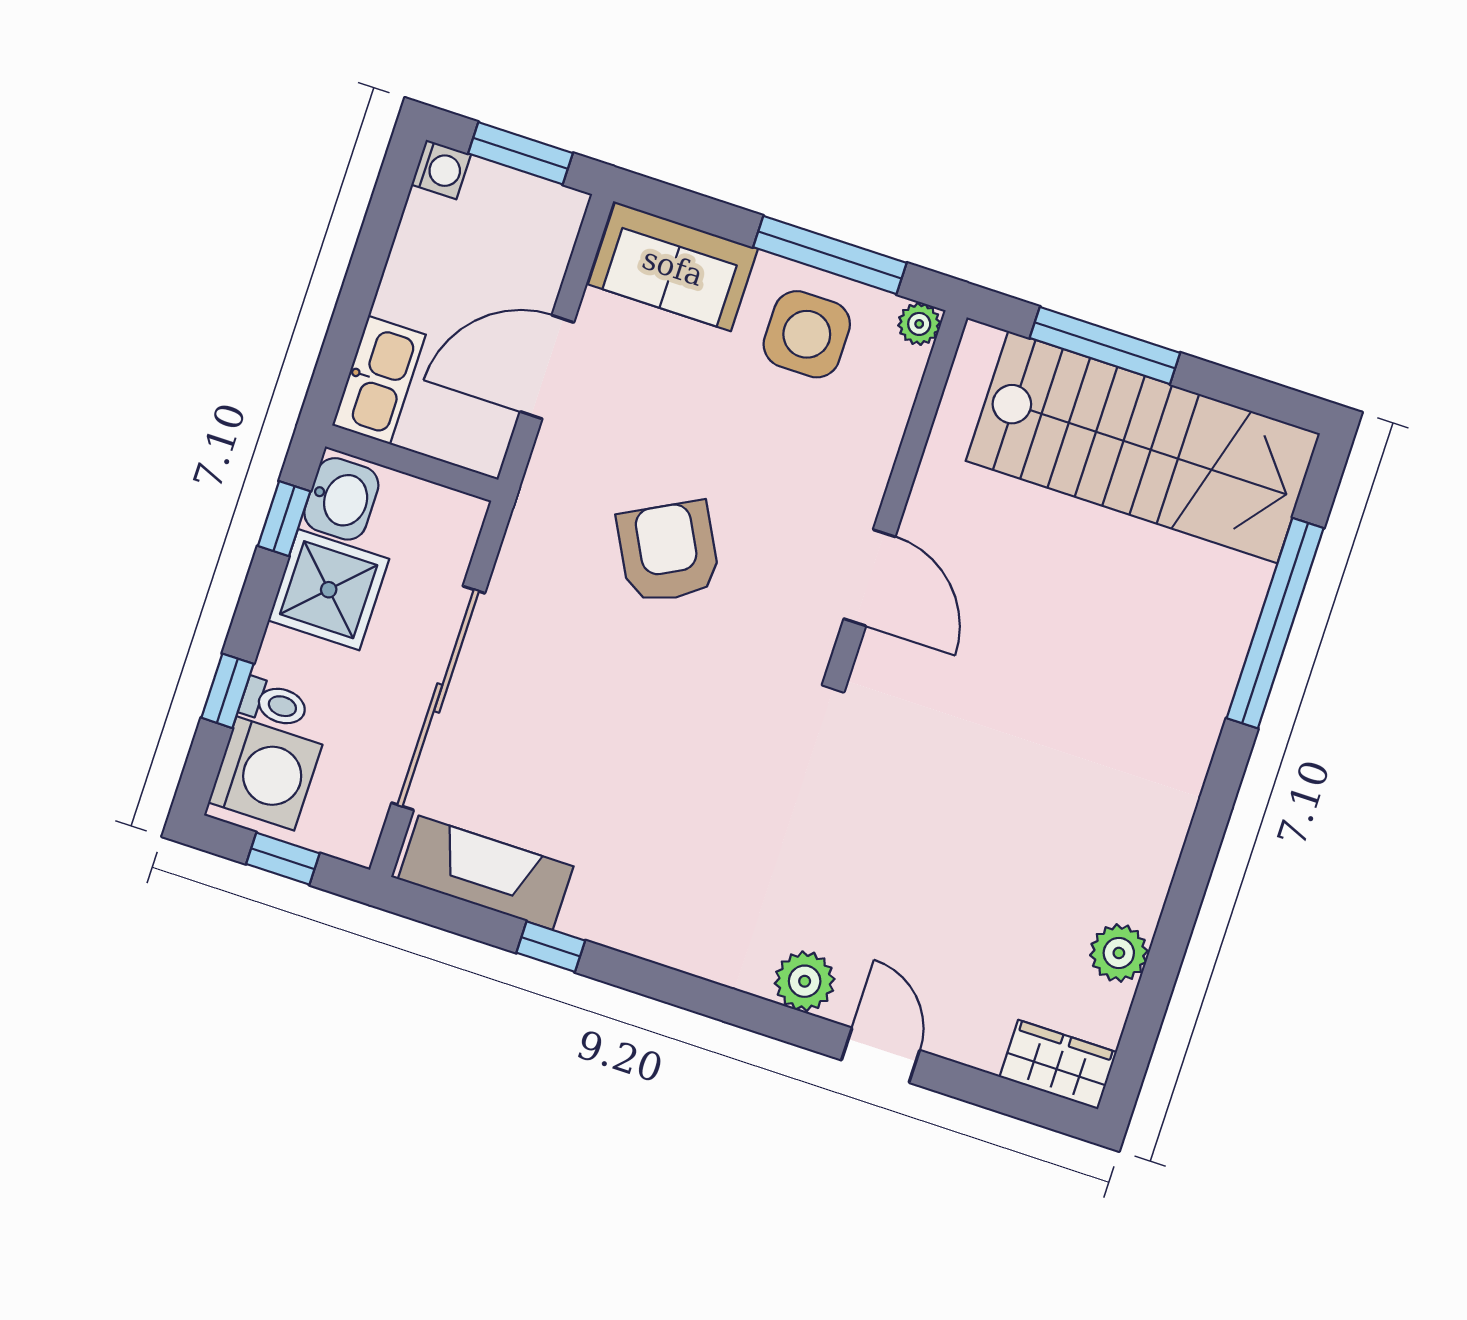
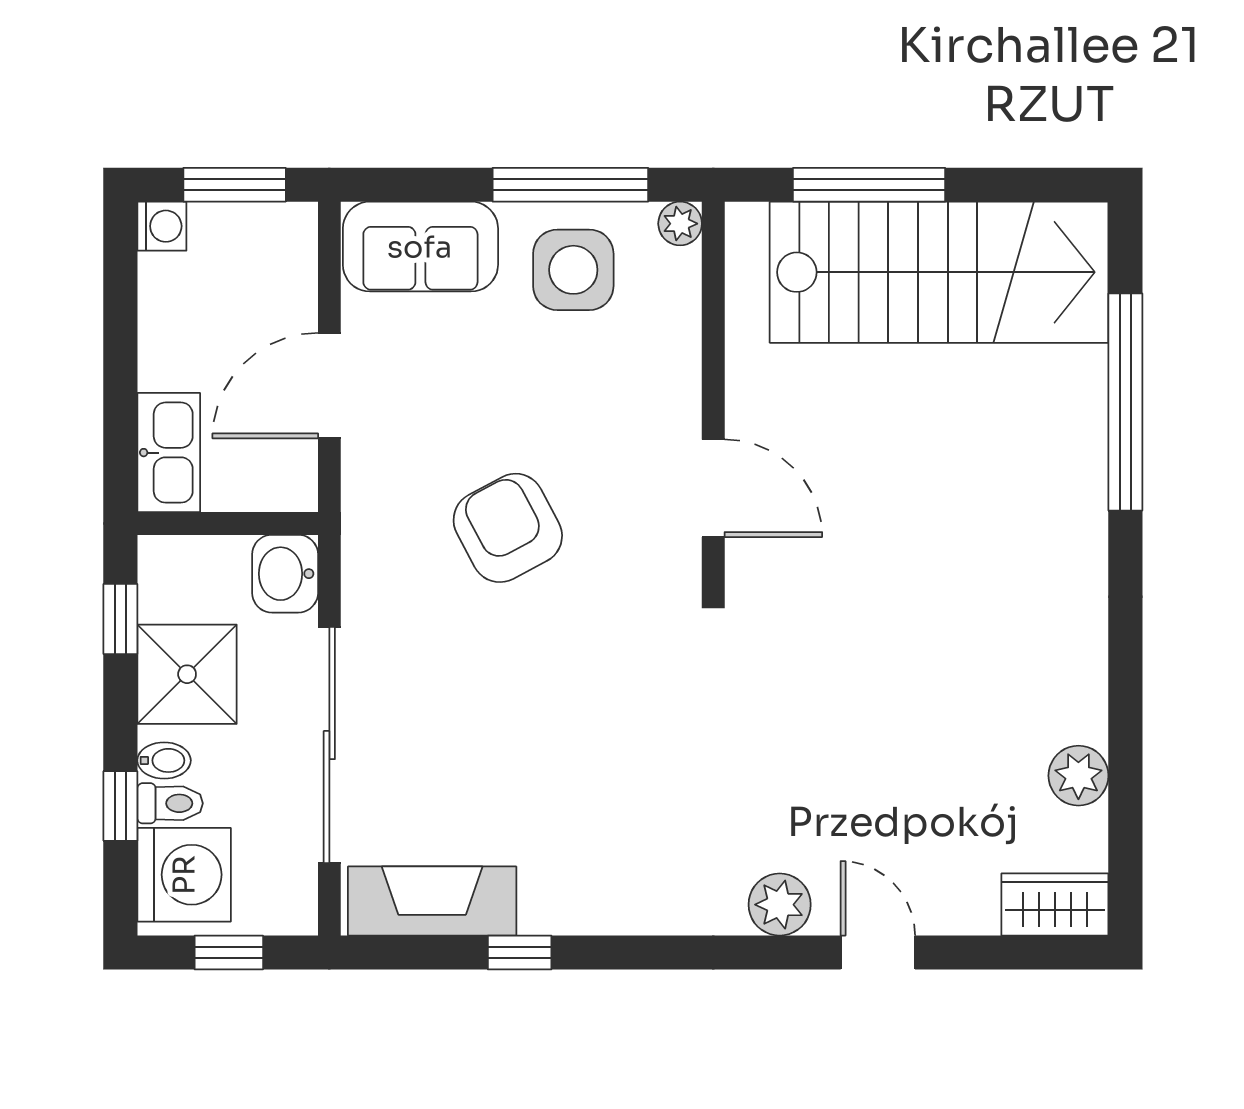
washbasin: (341, 499) -> (285, 574), moved, turned 180
bidet: (281, 662) -> (164, 760), added

